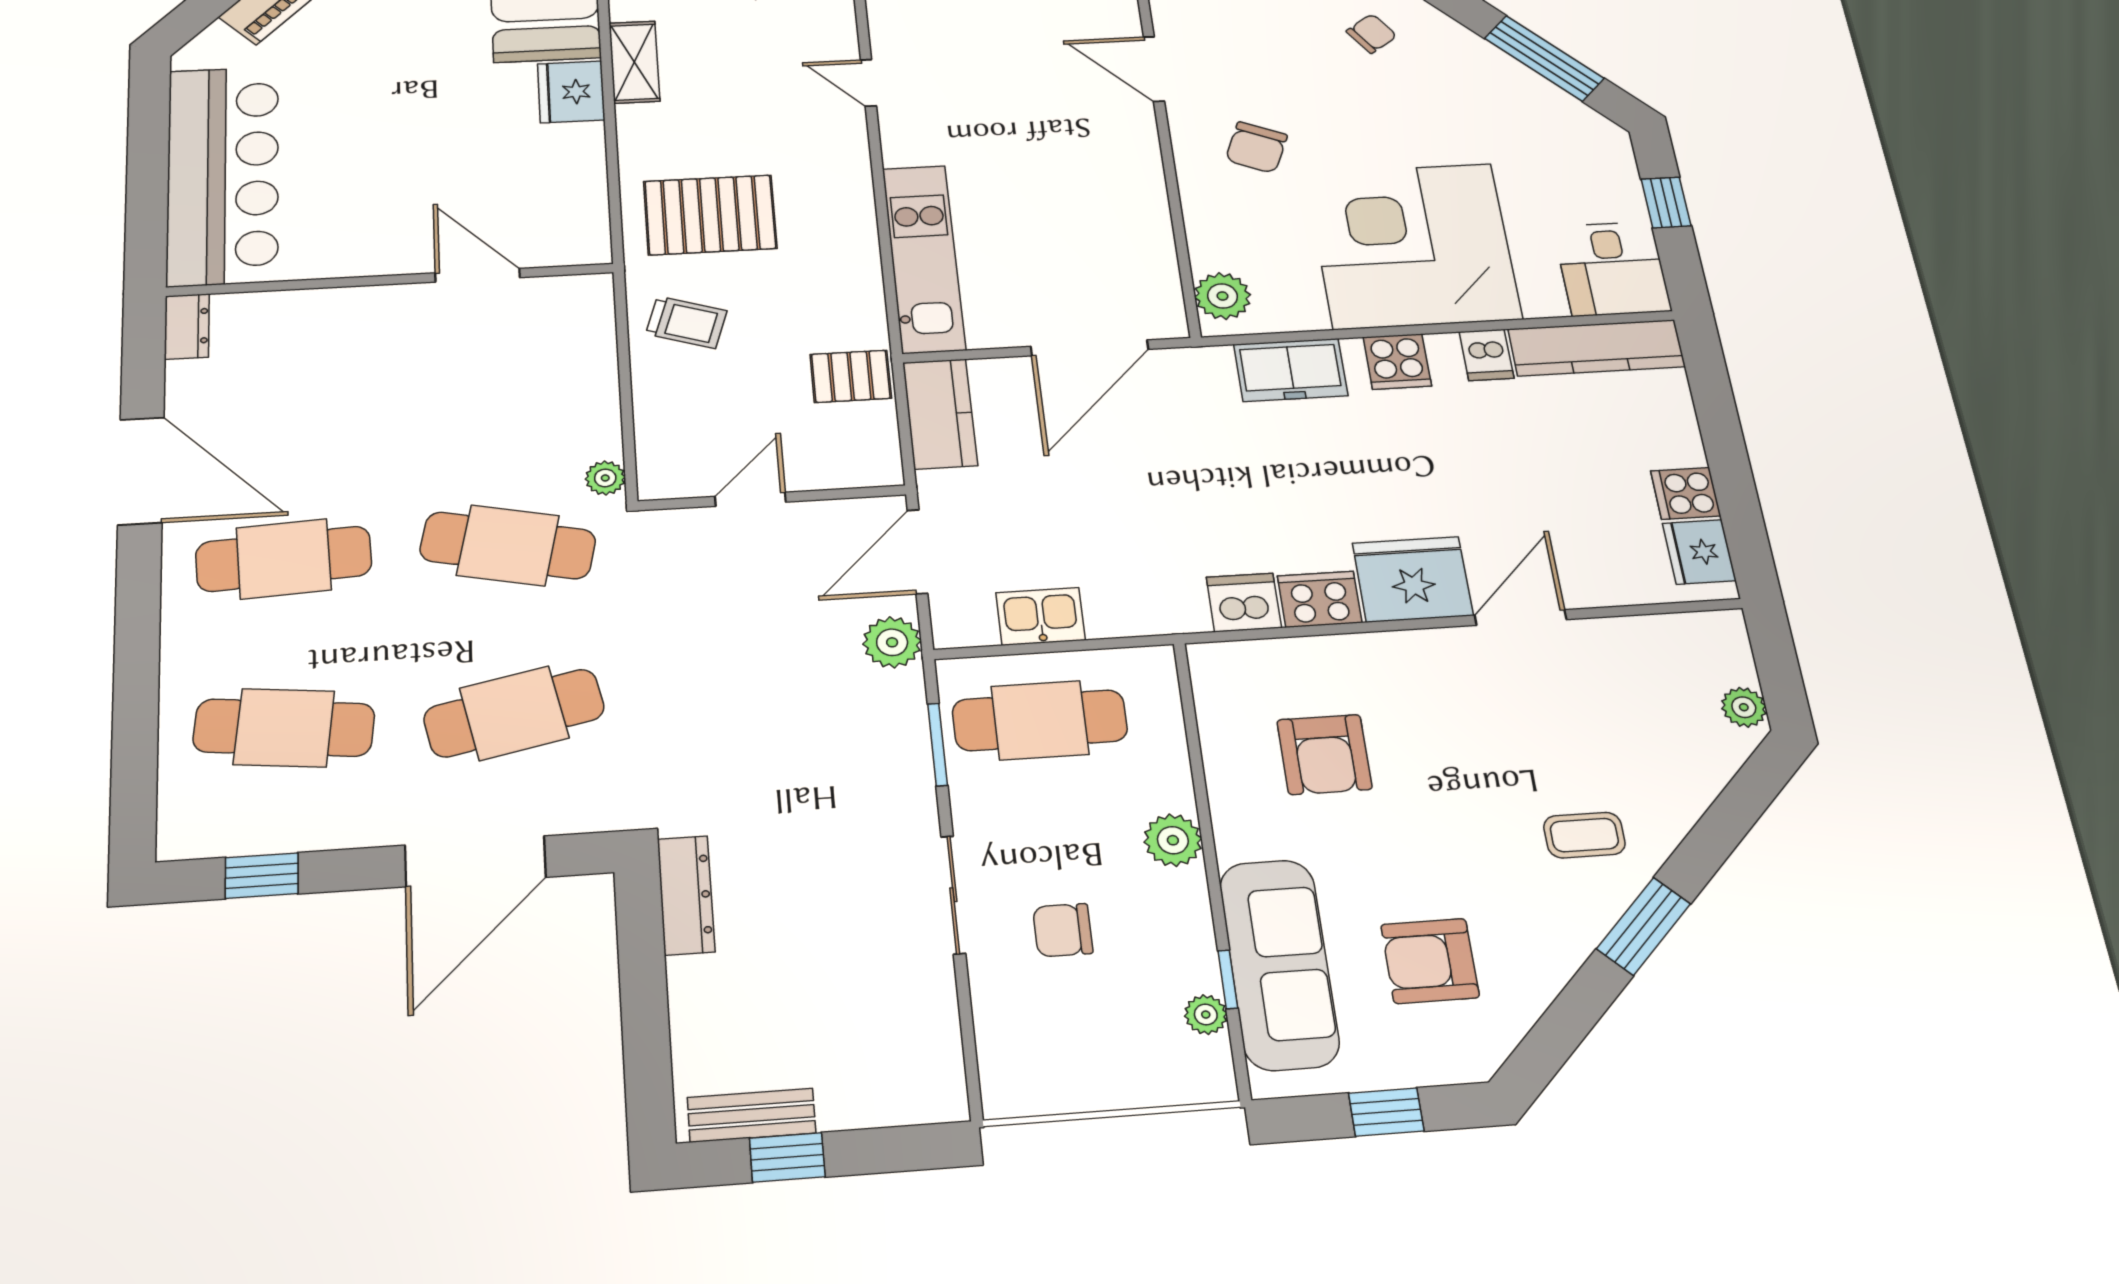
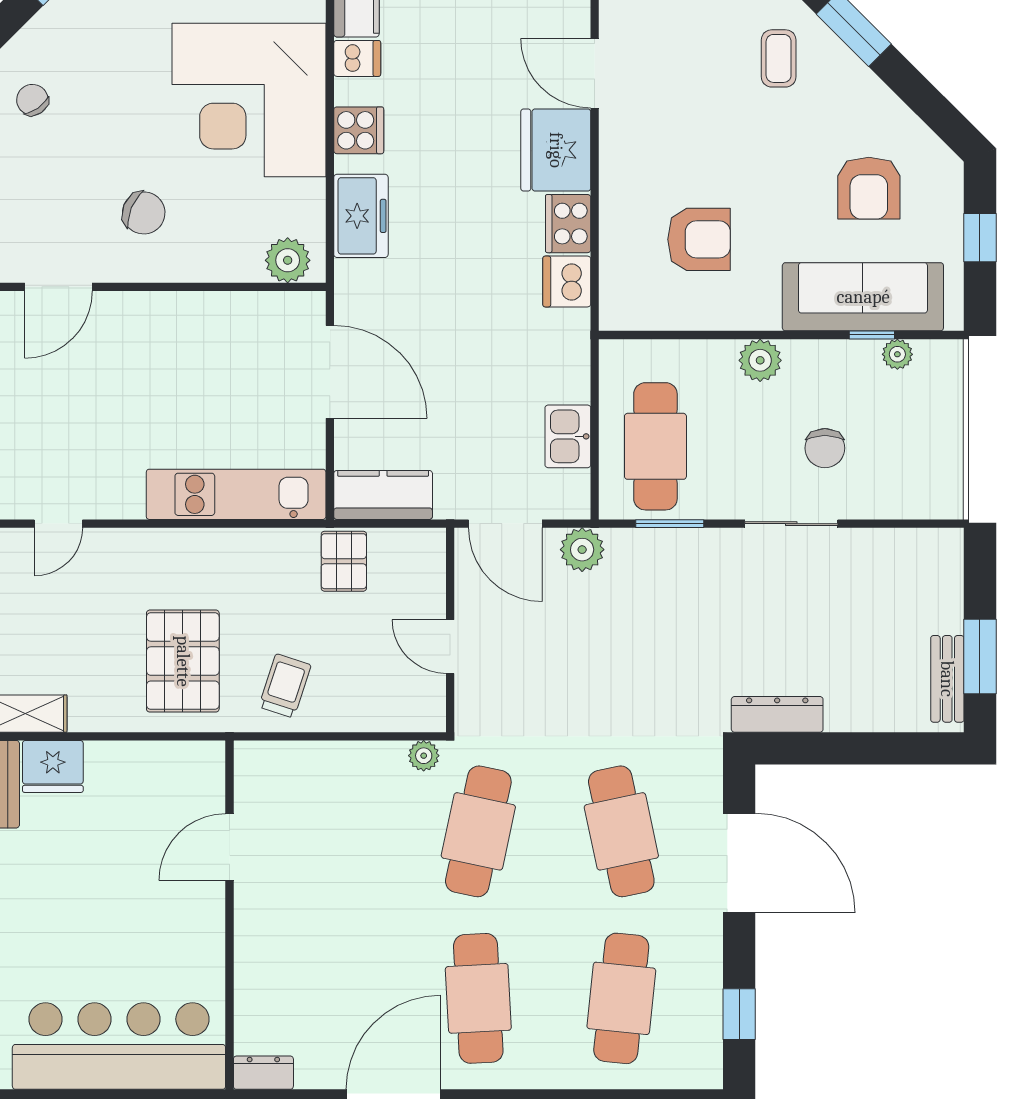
window: (787, 1157) -> (980, 656), width x1.50

